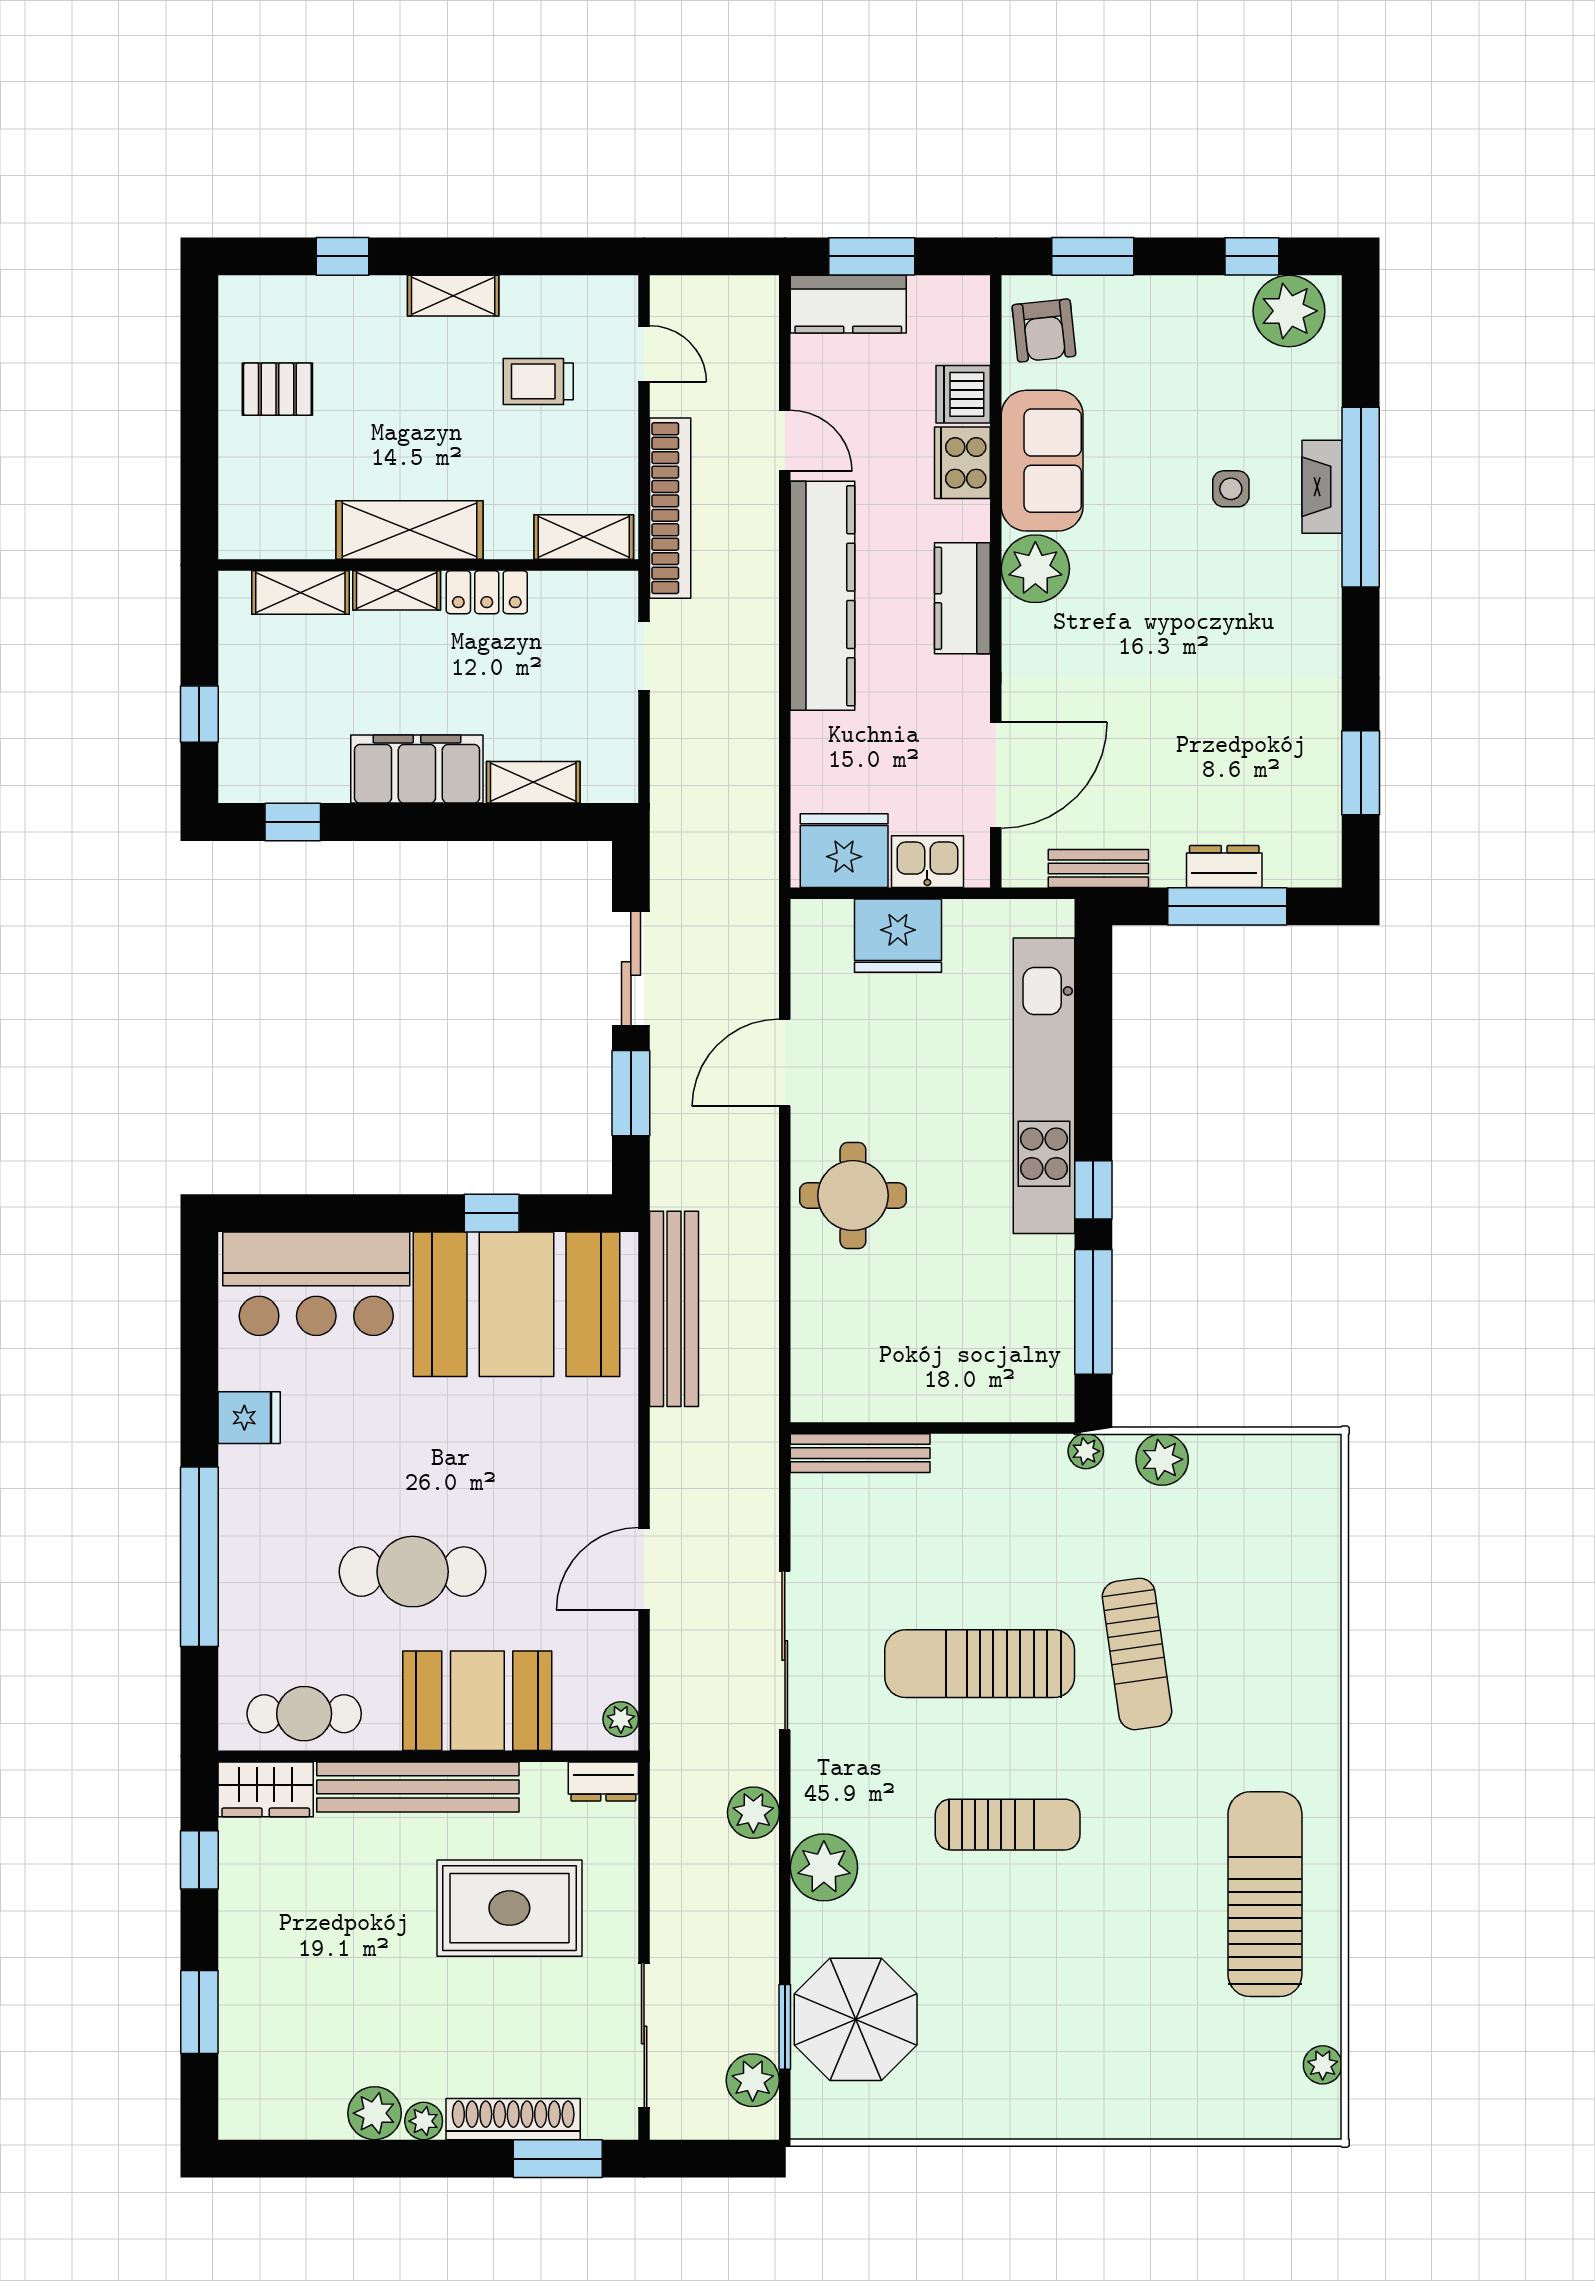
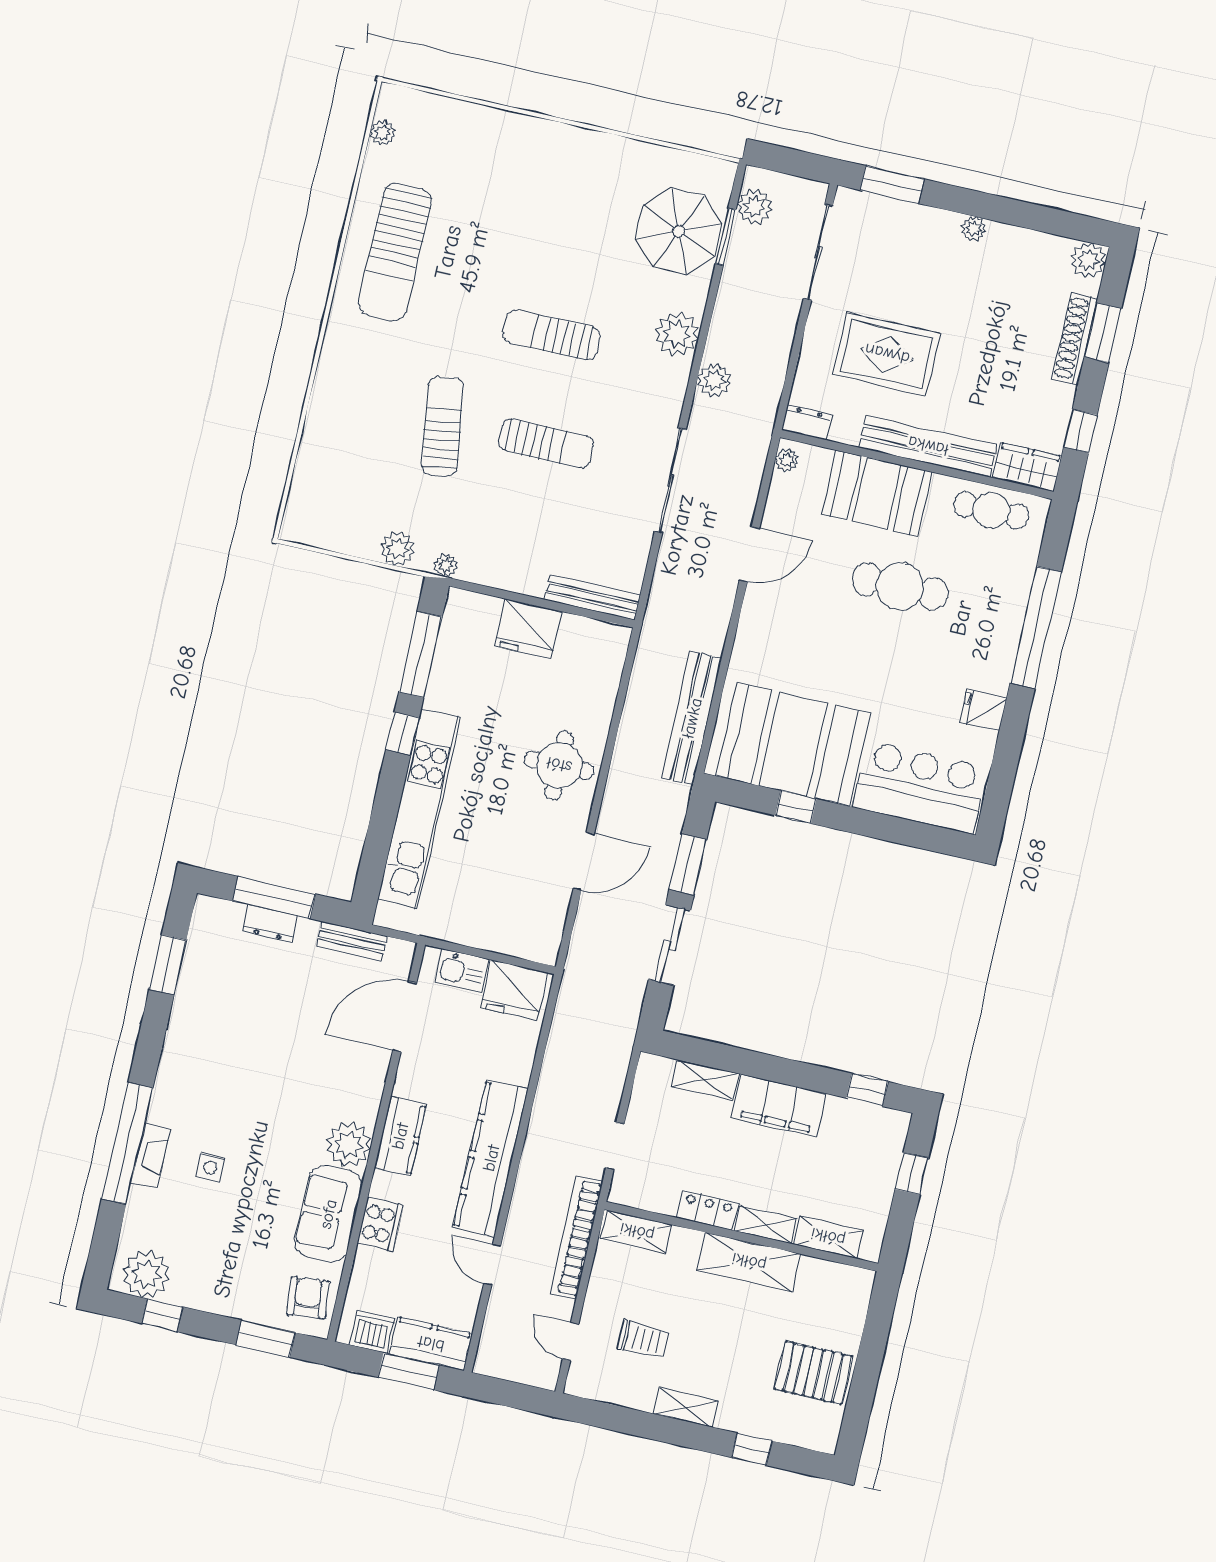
pallet: (277, 389) -> (813, 1373), width x1.50, depth x1.42
dishwasher: (963, 394) -> (372, 1332), moved, turned -90
fridge: (898, 936) -> (528, 629), moved, turned 180
sun lounger: (980, 1664) -> (546, 443), width x0.73, depth x0.75
plant: (375, 2113) -> (1088, 260), moved
shoe rack: (513, 2119) -> (1075, 339), moved, turned 90

